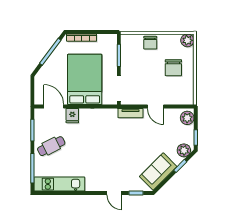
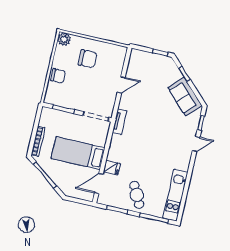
bed: (85, 79) -> (78, 153), width x0.67
tv unit: (131, 113) -> (120, 122), moved
plant: (187, 118) -> (139, 57), removed
plant: (184, 150) -> (170, 67), removed

